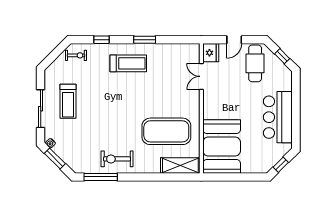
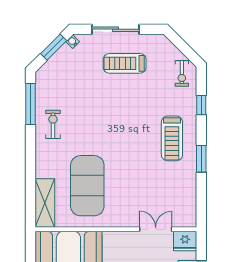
exercise bike: (117, 159) -> (53, 124), width x0.73, depth x0.72

